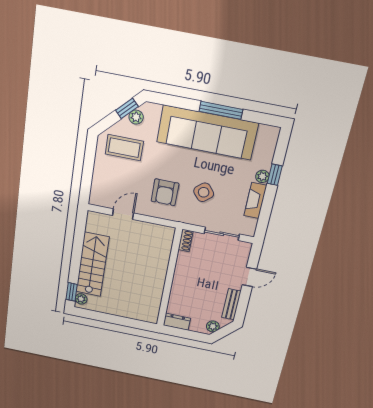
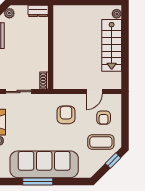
window: (127, 108) -> (113, 161), moved
plant: (136, 117) -> (96, 166), removed
armchair: (116, 179) -> (104, 118), added
side table: (204, 192) -> (38, 121), removed
window: (72, 292) -> (125, 18), removed

